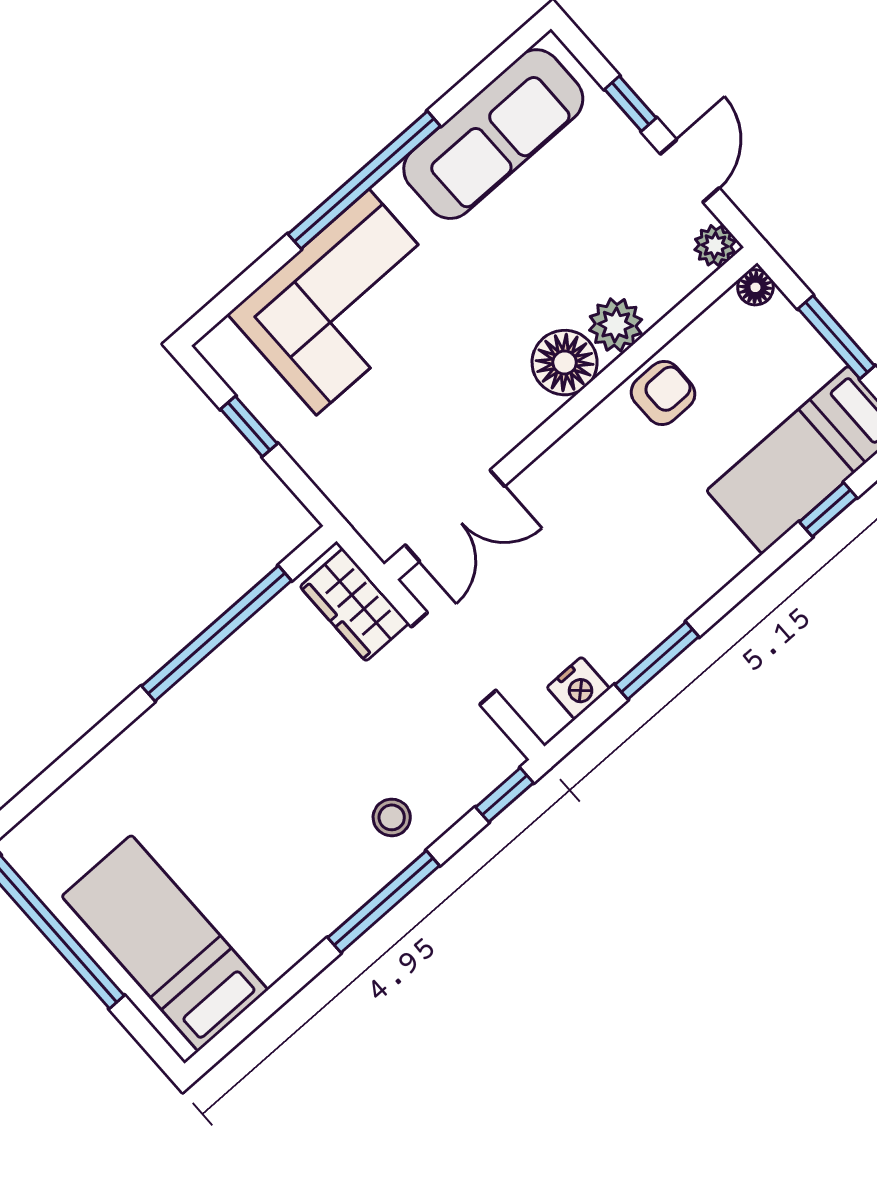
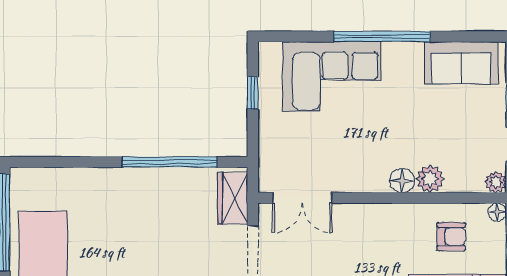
sofa: (493, 134) -> (461, 63), width x0.73
floor lamp: (565, 363) -> (402, 181), width x0.73, depth x0.73
armchair: (663, 393) -> (451, 237), moved

